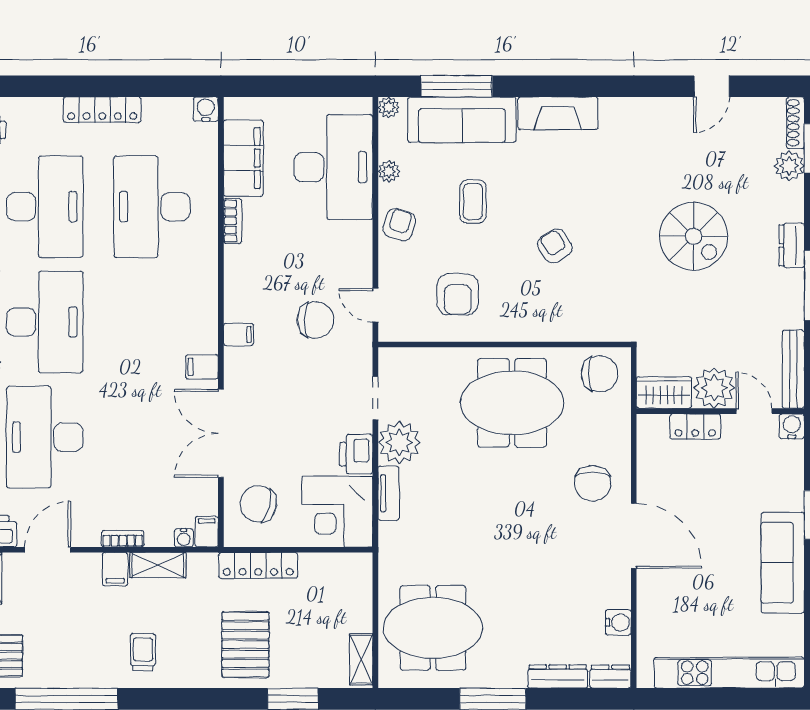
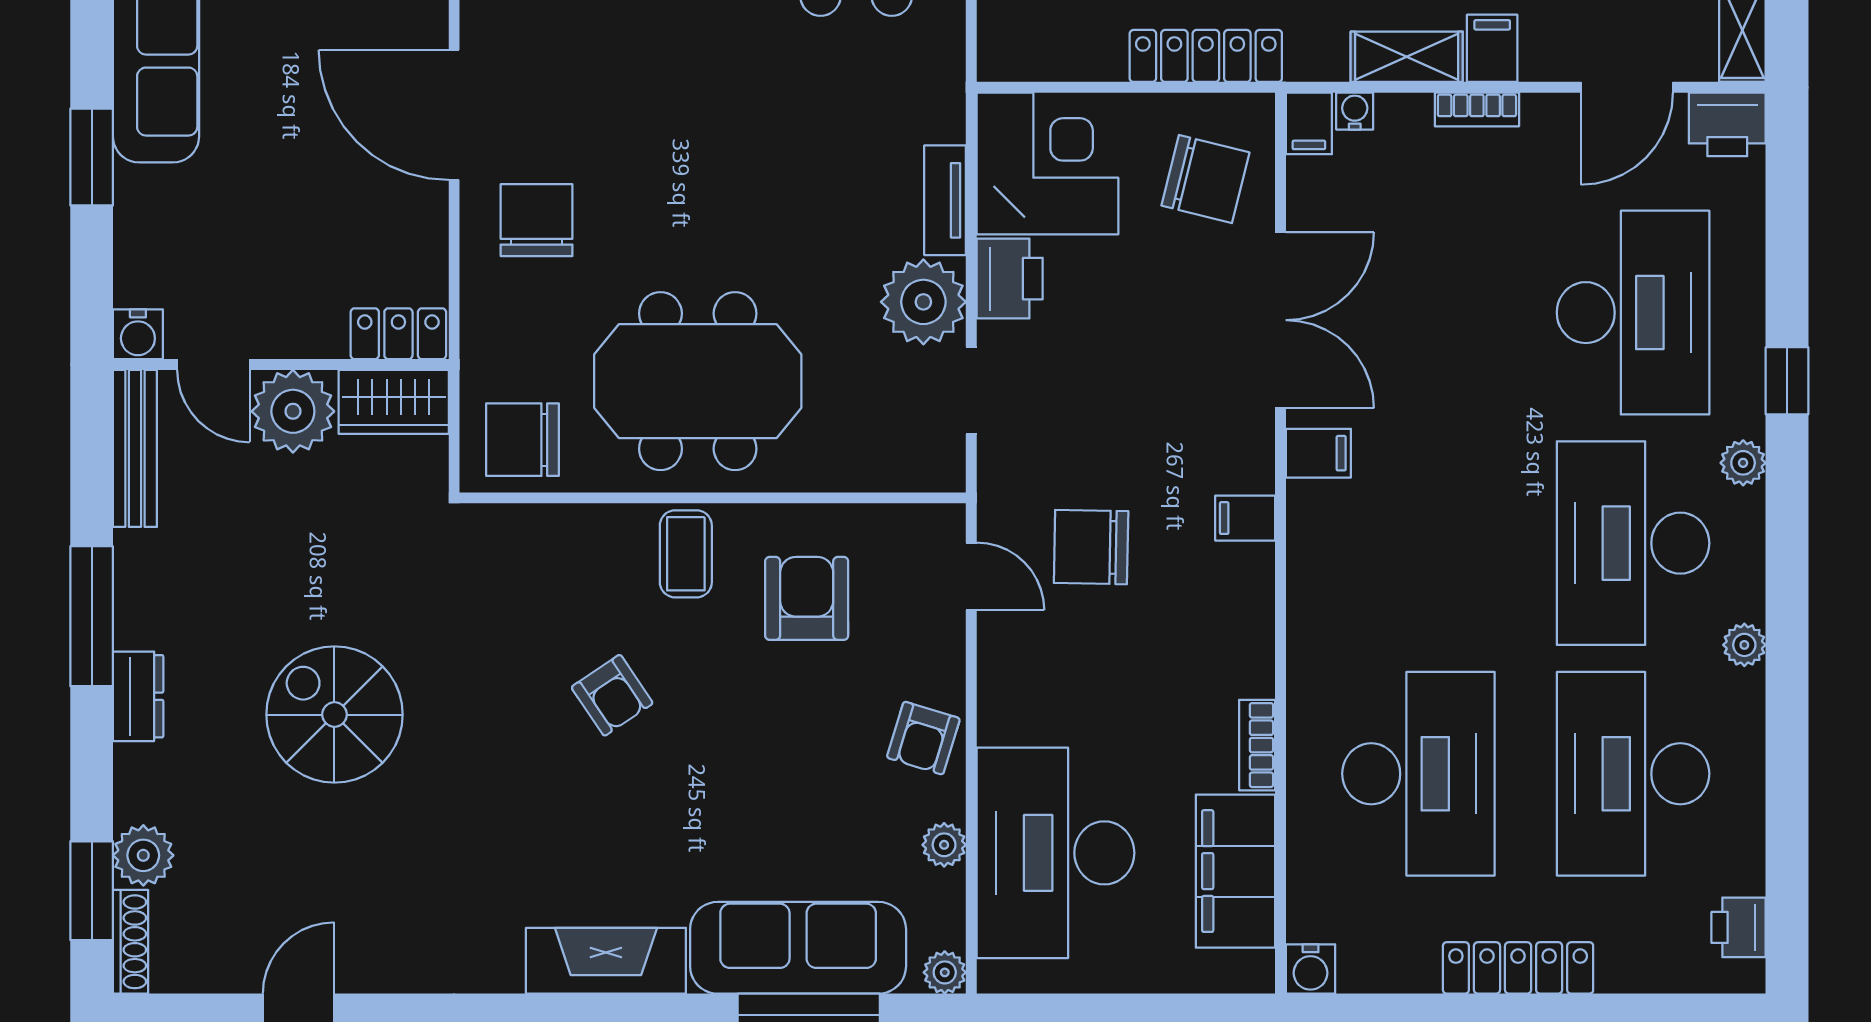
coffee table: (473, 202) -> (686, 554), moved
locker: (695, 427) -> (398, 334), moved

